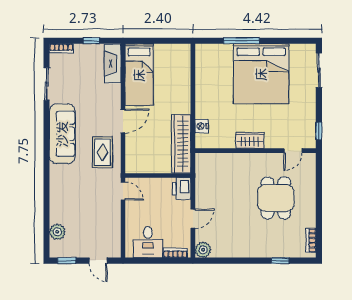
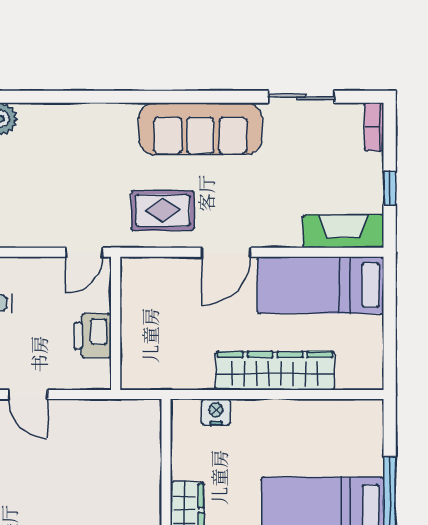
door: (123, 121) -> (226, 252), hinge flipped
wardrobe: (181, 144) -> (275, 371), moved
printer: (182, 189) -> (93, 336), moved, turned -90

